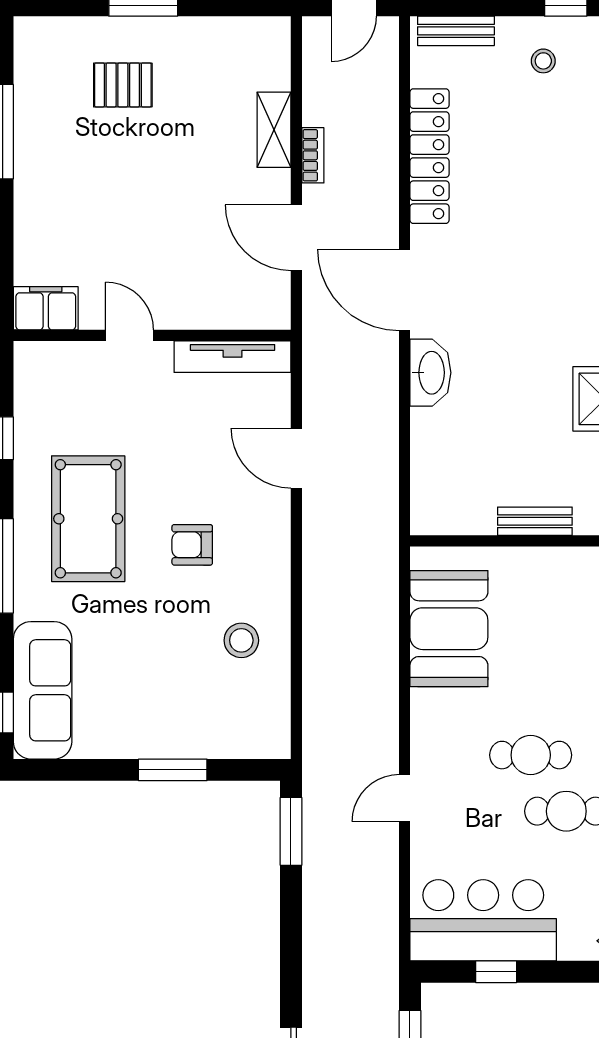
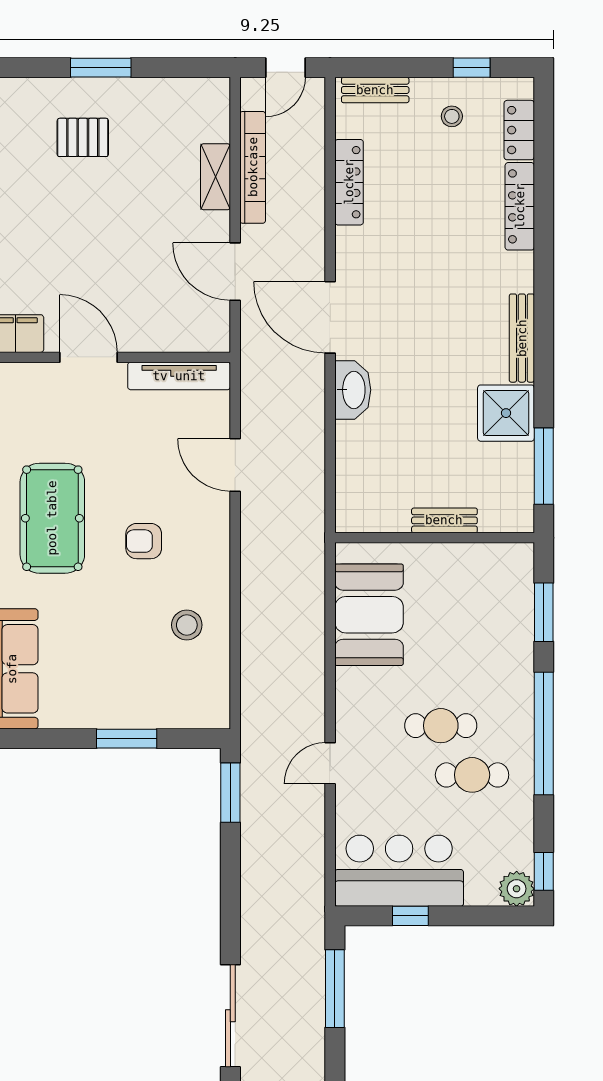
bookcase: (313, 155) -> (253, 167), width x2.31, depth x1.31
locker: (430, 156) -> (349, 182), width x0.71, depth x0.83
door: (129, 335) -> (89, 357), width x1.38

